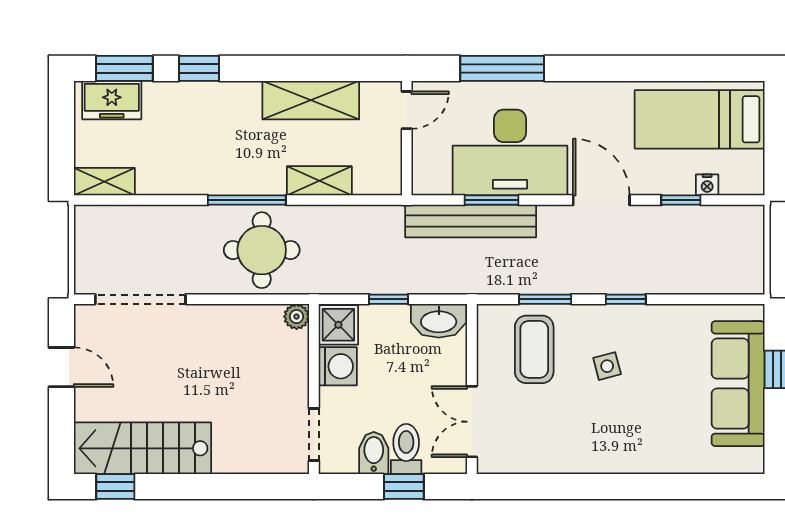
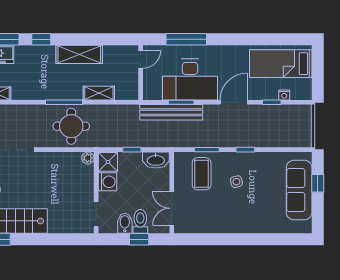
shelving: (311, 100) -> (79, 54), moved
door: (601, 200) -> (234, 102), hinge flipped

